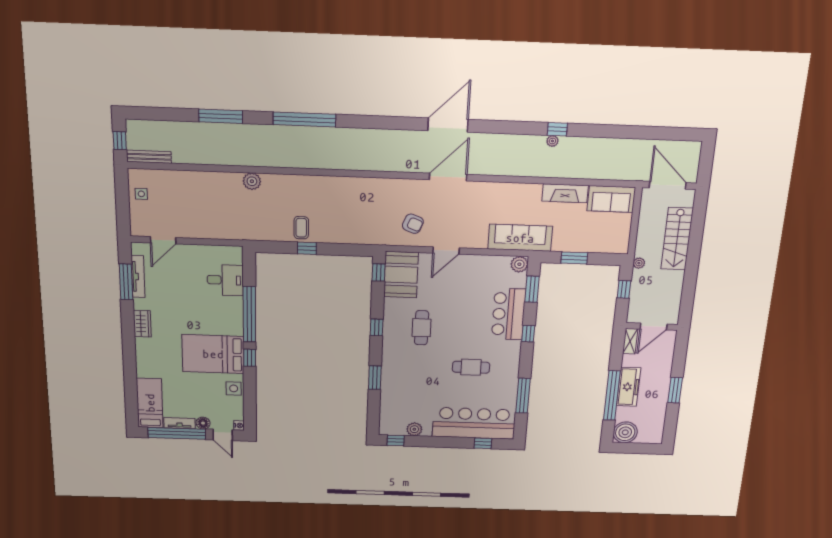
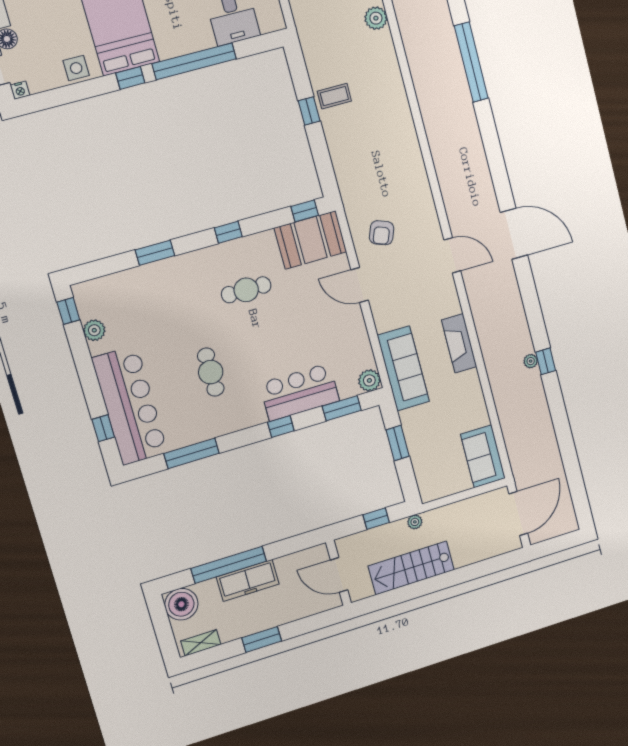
door: (448, 177) -> (452, 255), width x0.73
fireplace: (565, 193) -> (459, 343), moved
stairs: (677, 239) -> (411, 568), moved
shelving: (630, 341) -> (201, 643), moved

